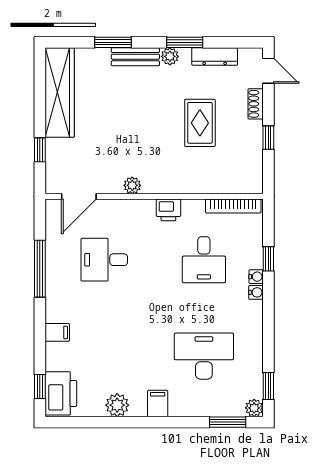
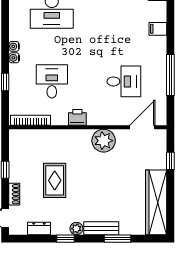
window: (185, 42) -> (66, 239), width x0.67
dresser: (215, 56) -> (39, 228), width x0.70
plant: (132, 185) -> (104, 141), width x1.87, depth x1.87
water cooler: (256, 277) -> (14, 46), moved

